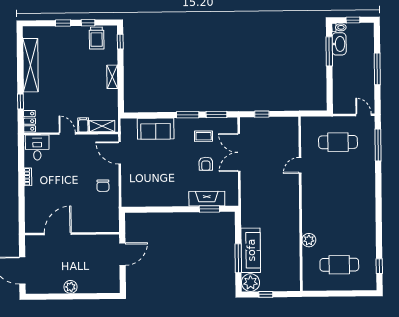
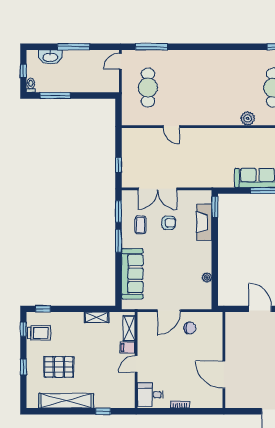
window: (88, 23) -> (23, 329), moved
washbasin: (339, 44) -> (50, 57), moved, turned 180
pallet: (64, 58) -> (59, 367), added
shelving: (112, 77) -> (97, 317), moved
locker: (30, 121) -> (123, 402), removed
sofa: (156, 129) -> (132, 274), width x1.36
door: (120, 153) -> (169, 311), moved
plant: (153, 202) -> (207, 277), added
window: (209, 209) -> (215, 207), moved
door: (58, 234) -> (224, 375), moved
wall: (72, 234) -> (224, 360), moved

